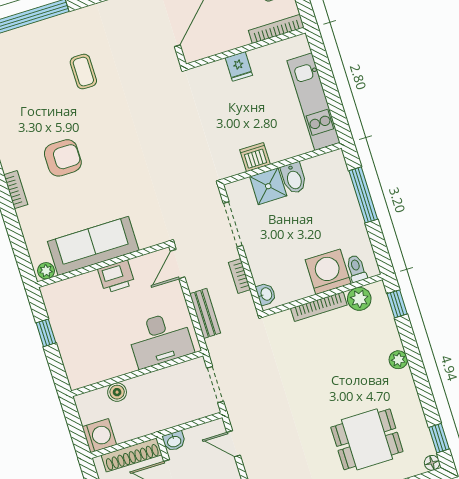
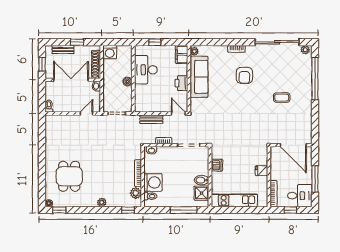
shower: (268, 186) -> (201, 193), moved
filing cabinet: (60, 294) -> (182, 55), added
window: (46, 333) -> (155, 42), moved
desk: (160, 339) -> (146, 70), moved
boiler: (117, 392) -> (127, 81), moved

